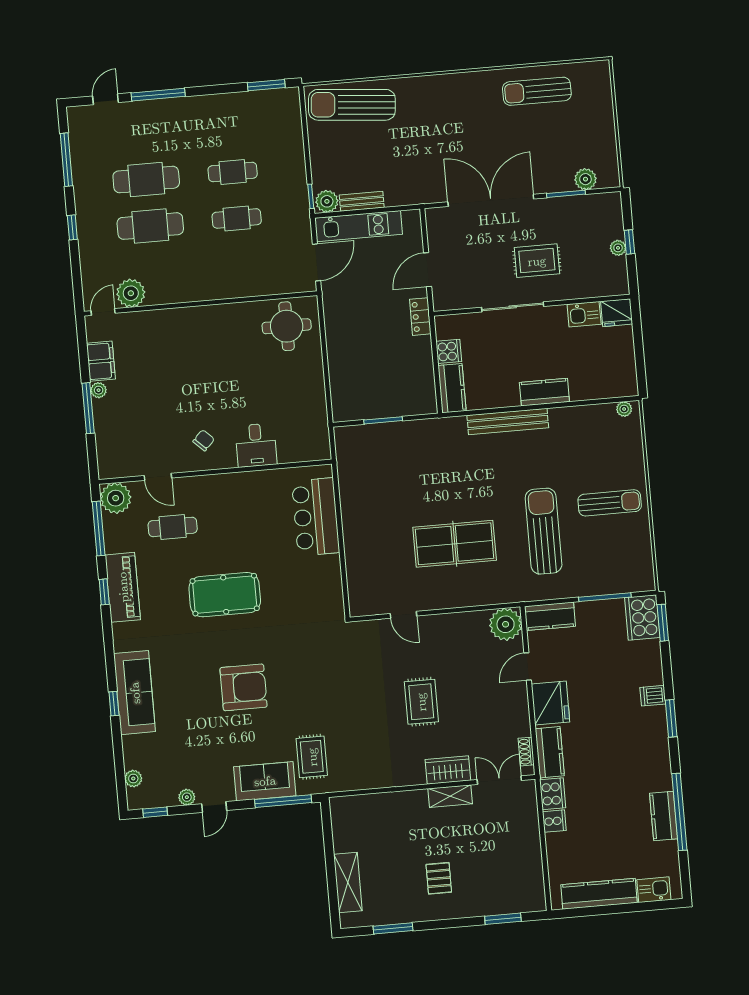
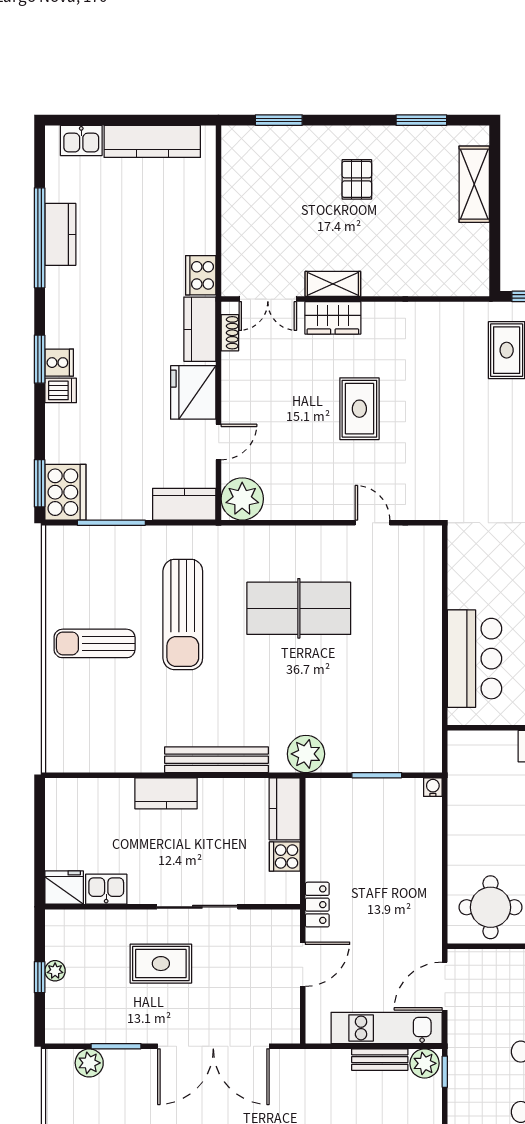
plant: (624, 409) -> (306, 754), moved, width x1.87, depth x1.87
water cooler: (339, 415) -> (433, 787), added
cooker: (554, 821) -> (59, 363), moved, turned 180

